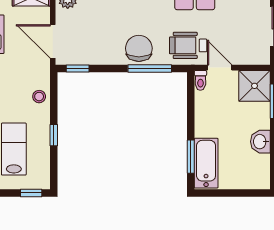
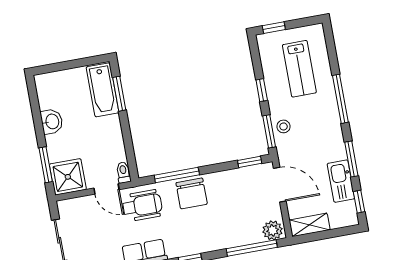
window: (54, 94) -> (269, 131), added

